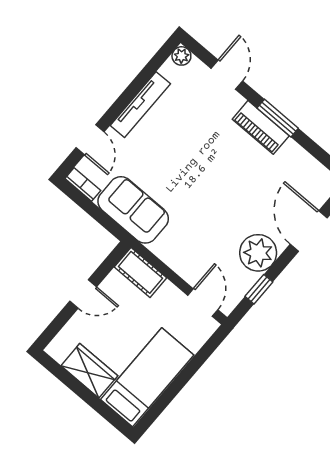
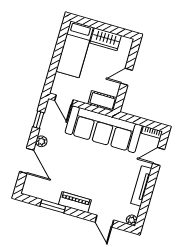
window: (278, 118) -> (53, 206), moved
door: (90, 140) -> (159, 157), hinge flipped
sofa: (133, 210) -> (104, 129), width x1.85, depth x1.27
plant: (258, 253) -> (41, 141), width x0.53, depth x0.53

